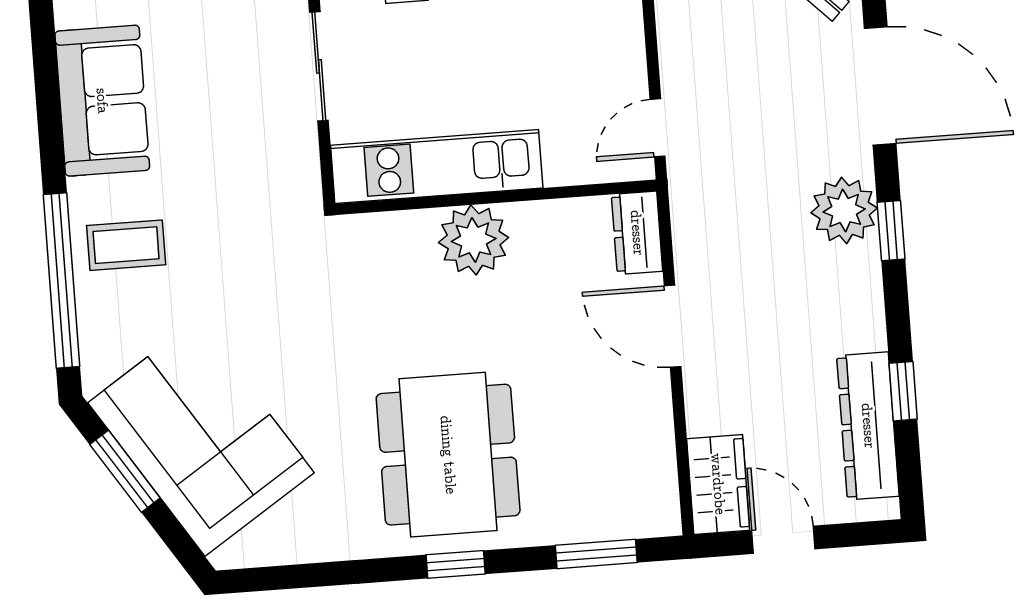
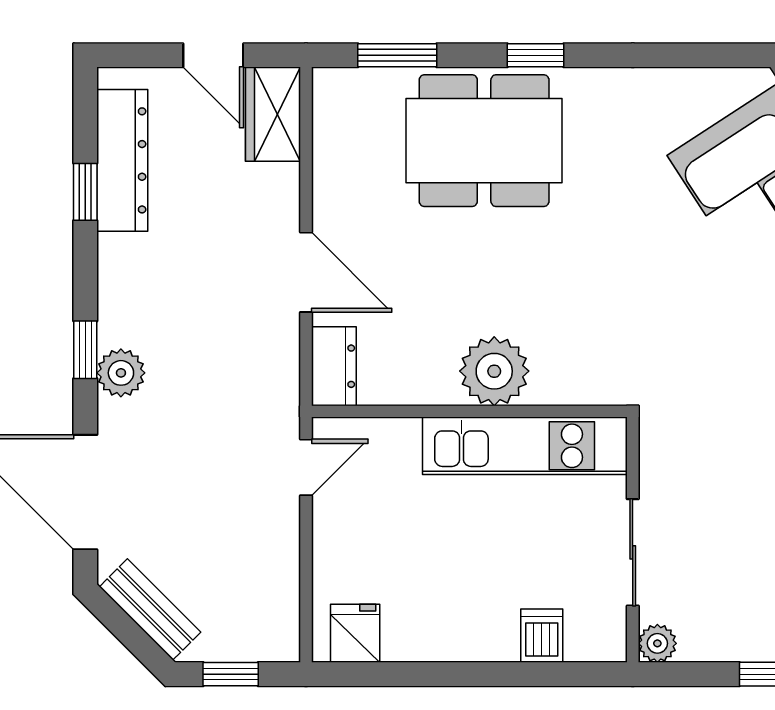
plant: (844, 210) -> (121, 373), width x0.73, depth x0.73
dining table: (448, 455) -> (484, 141), moved, turned 90

